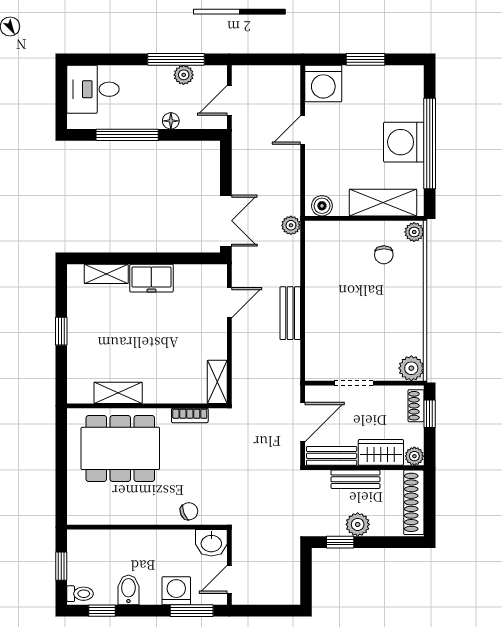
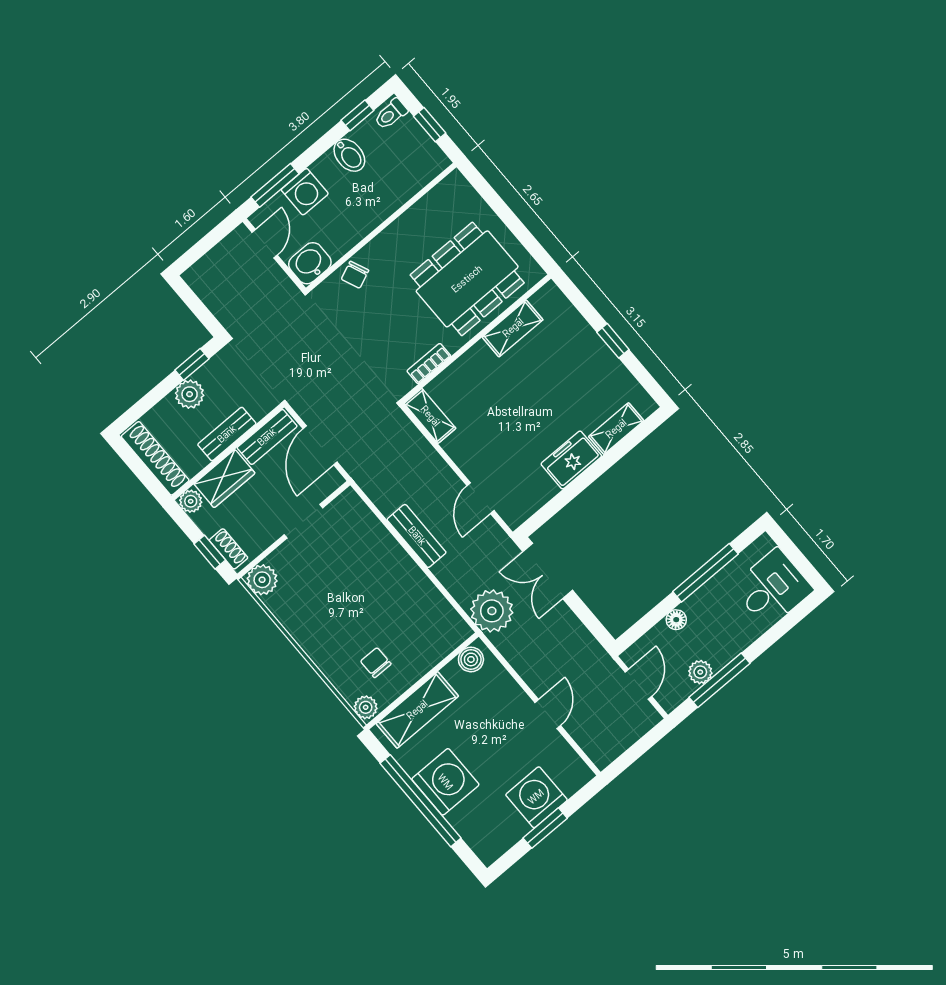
washing machine: (323, 83) -> (536, 797), moved
plant: (291, 225) -> (492, 611), width x1.88, depth x1.88

